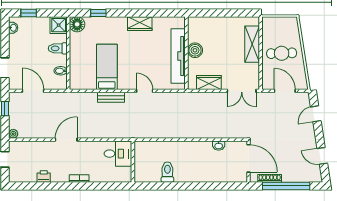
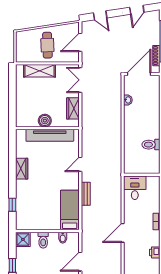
floor lamp: (77, 24) -> (22, 223), removed
bed: (107, 67) -> (70, 210), moved, turned 90
double door: (242, 91) -> (80, 80), swing flipped
door: (66, 140) -> (123, 233), hinge flipped

